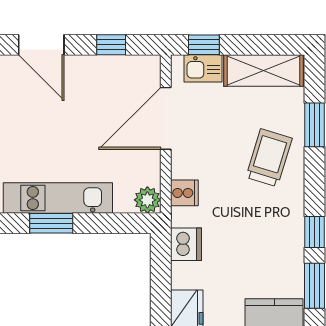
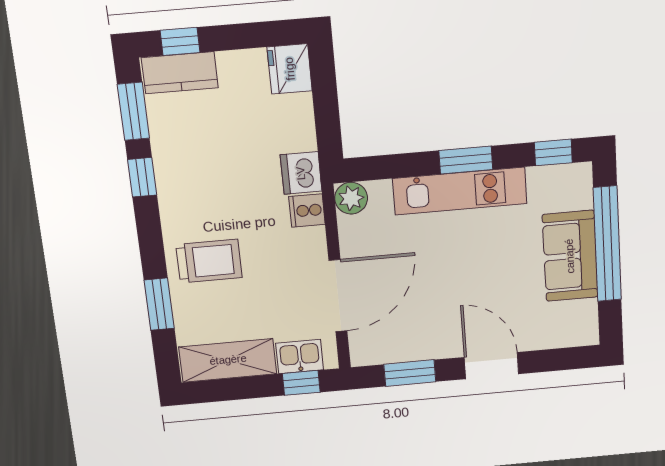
window: (111, 45) -> (410, 373), width x1.50
trolley: (269, 158) -> (209, 261), turned -107
dishwasher: (186, 244) -> (301, 173), moved

